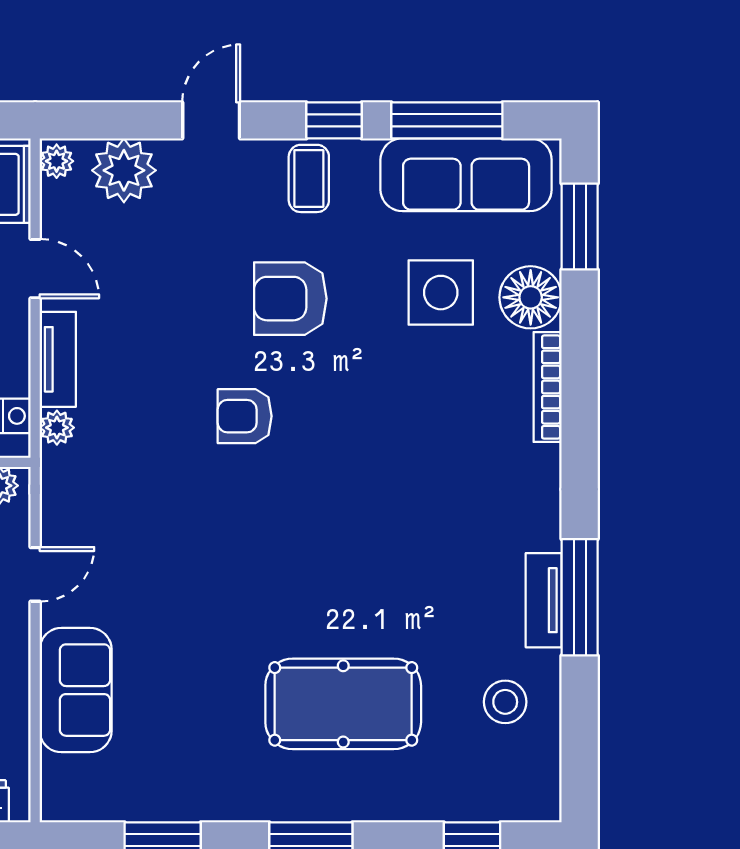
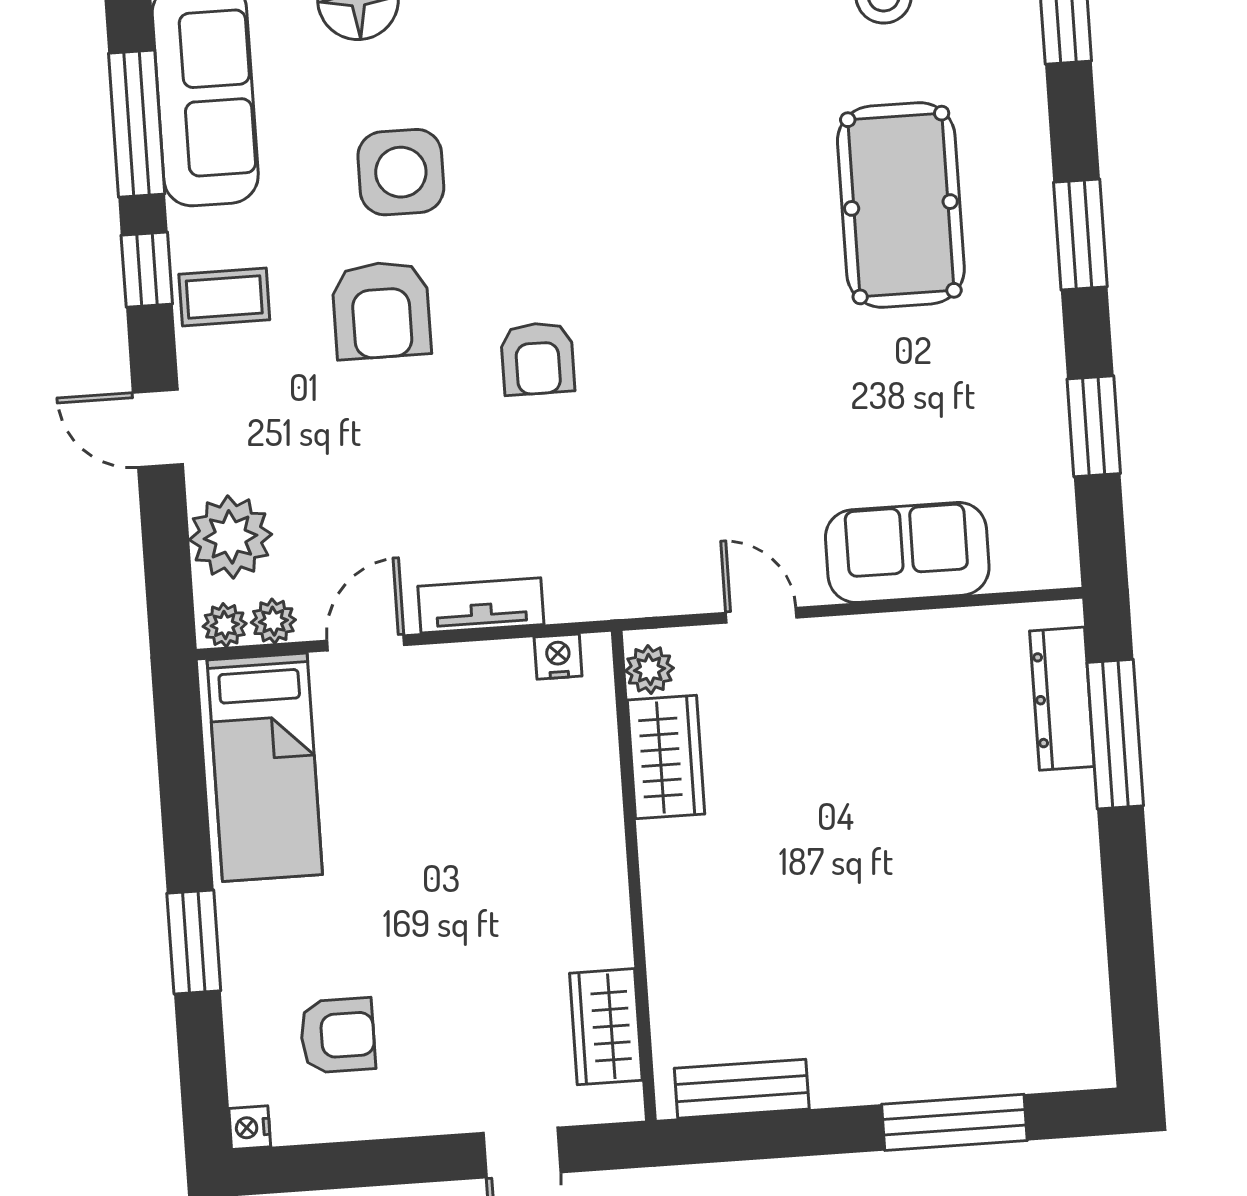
side table: (441, 293) -> (401, 172), moved
plant: (57, 428) -> (273, 621), moved

